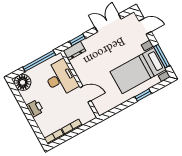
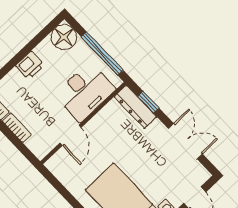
dresser: (74, 51) -> (135, 107), width x1.44

